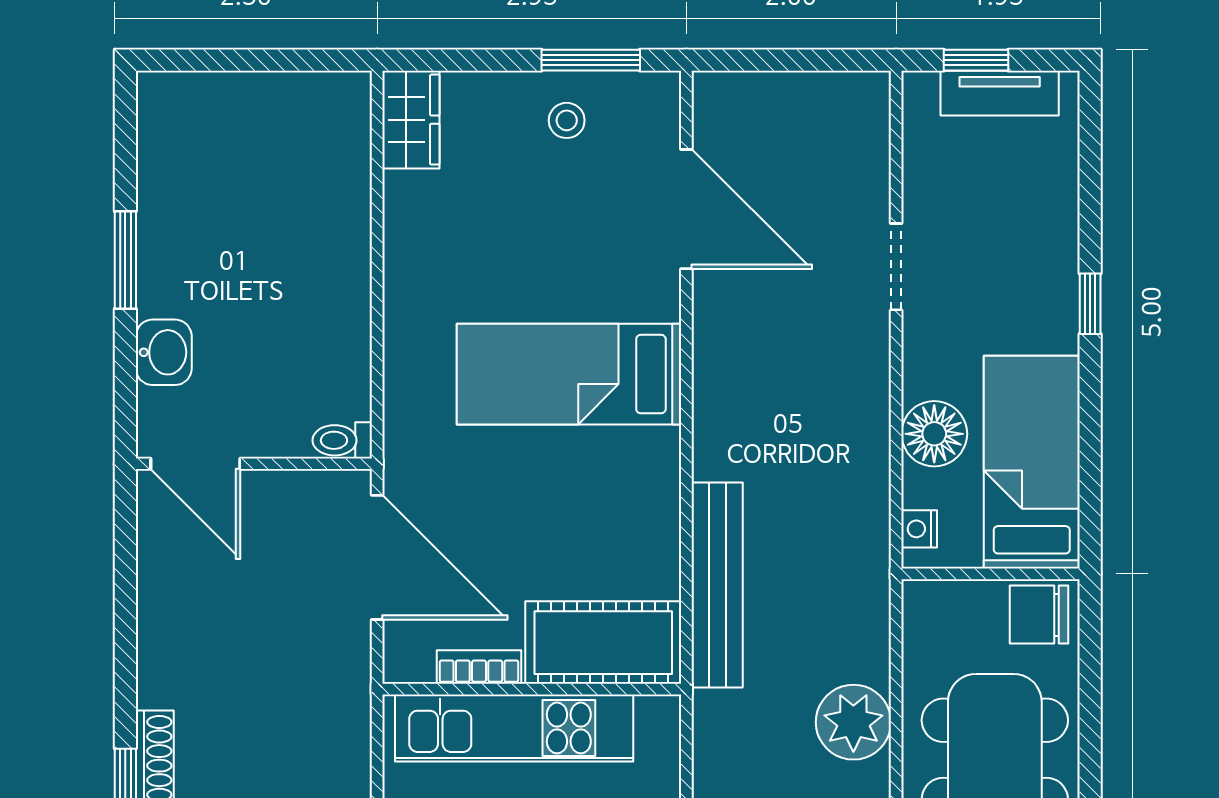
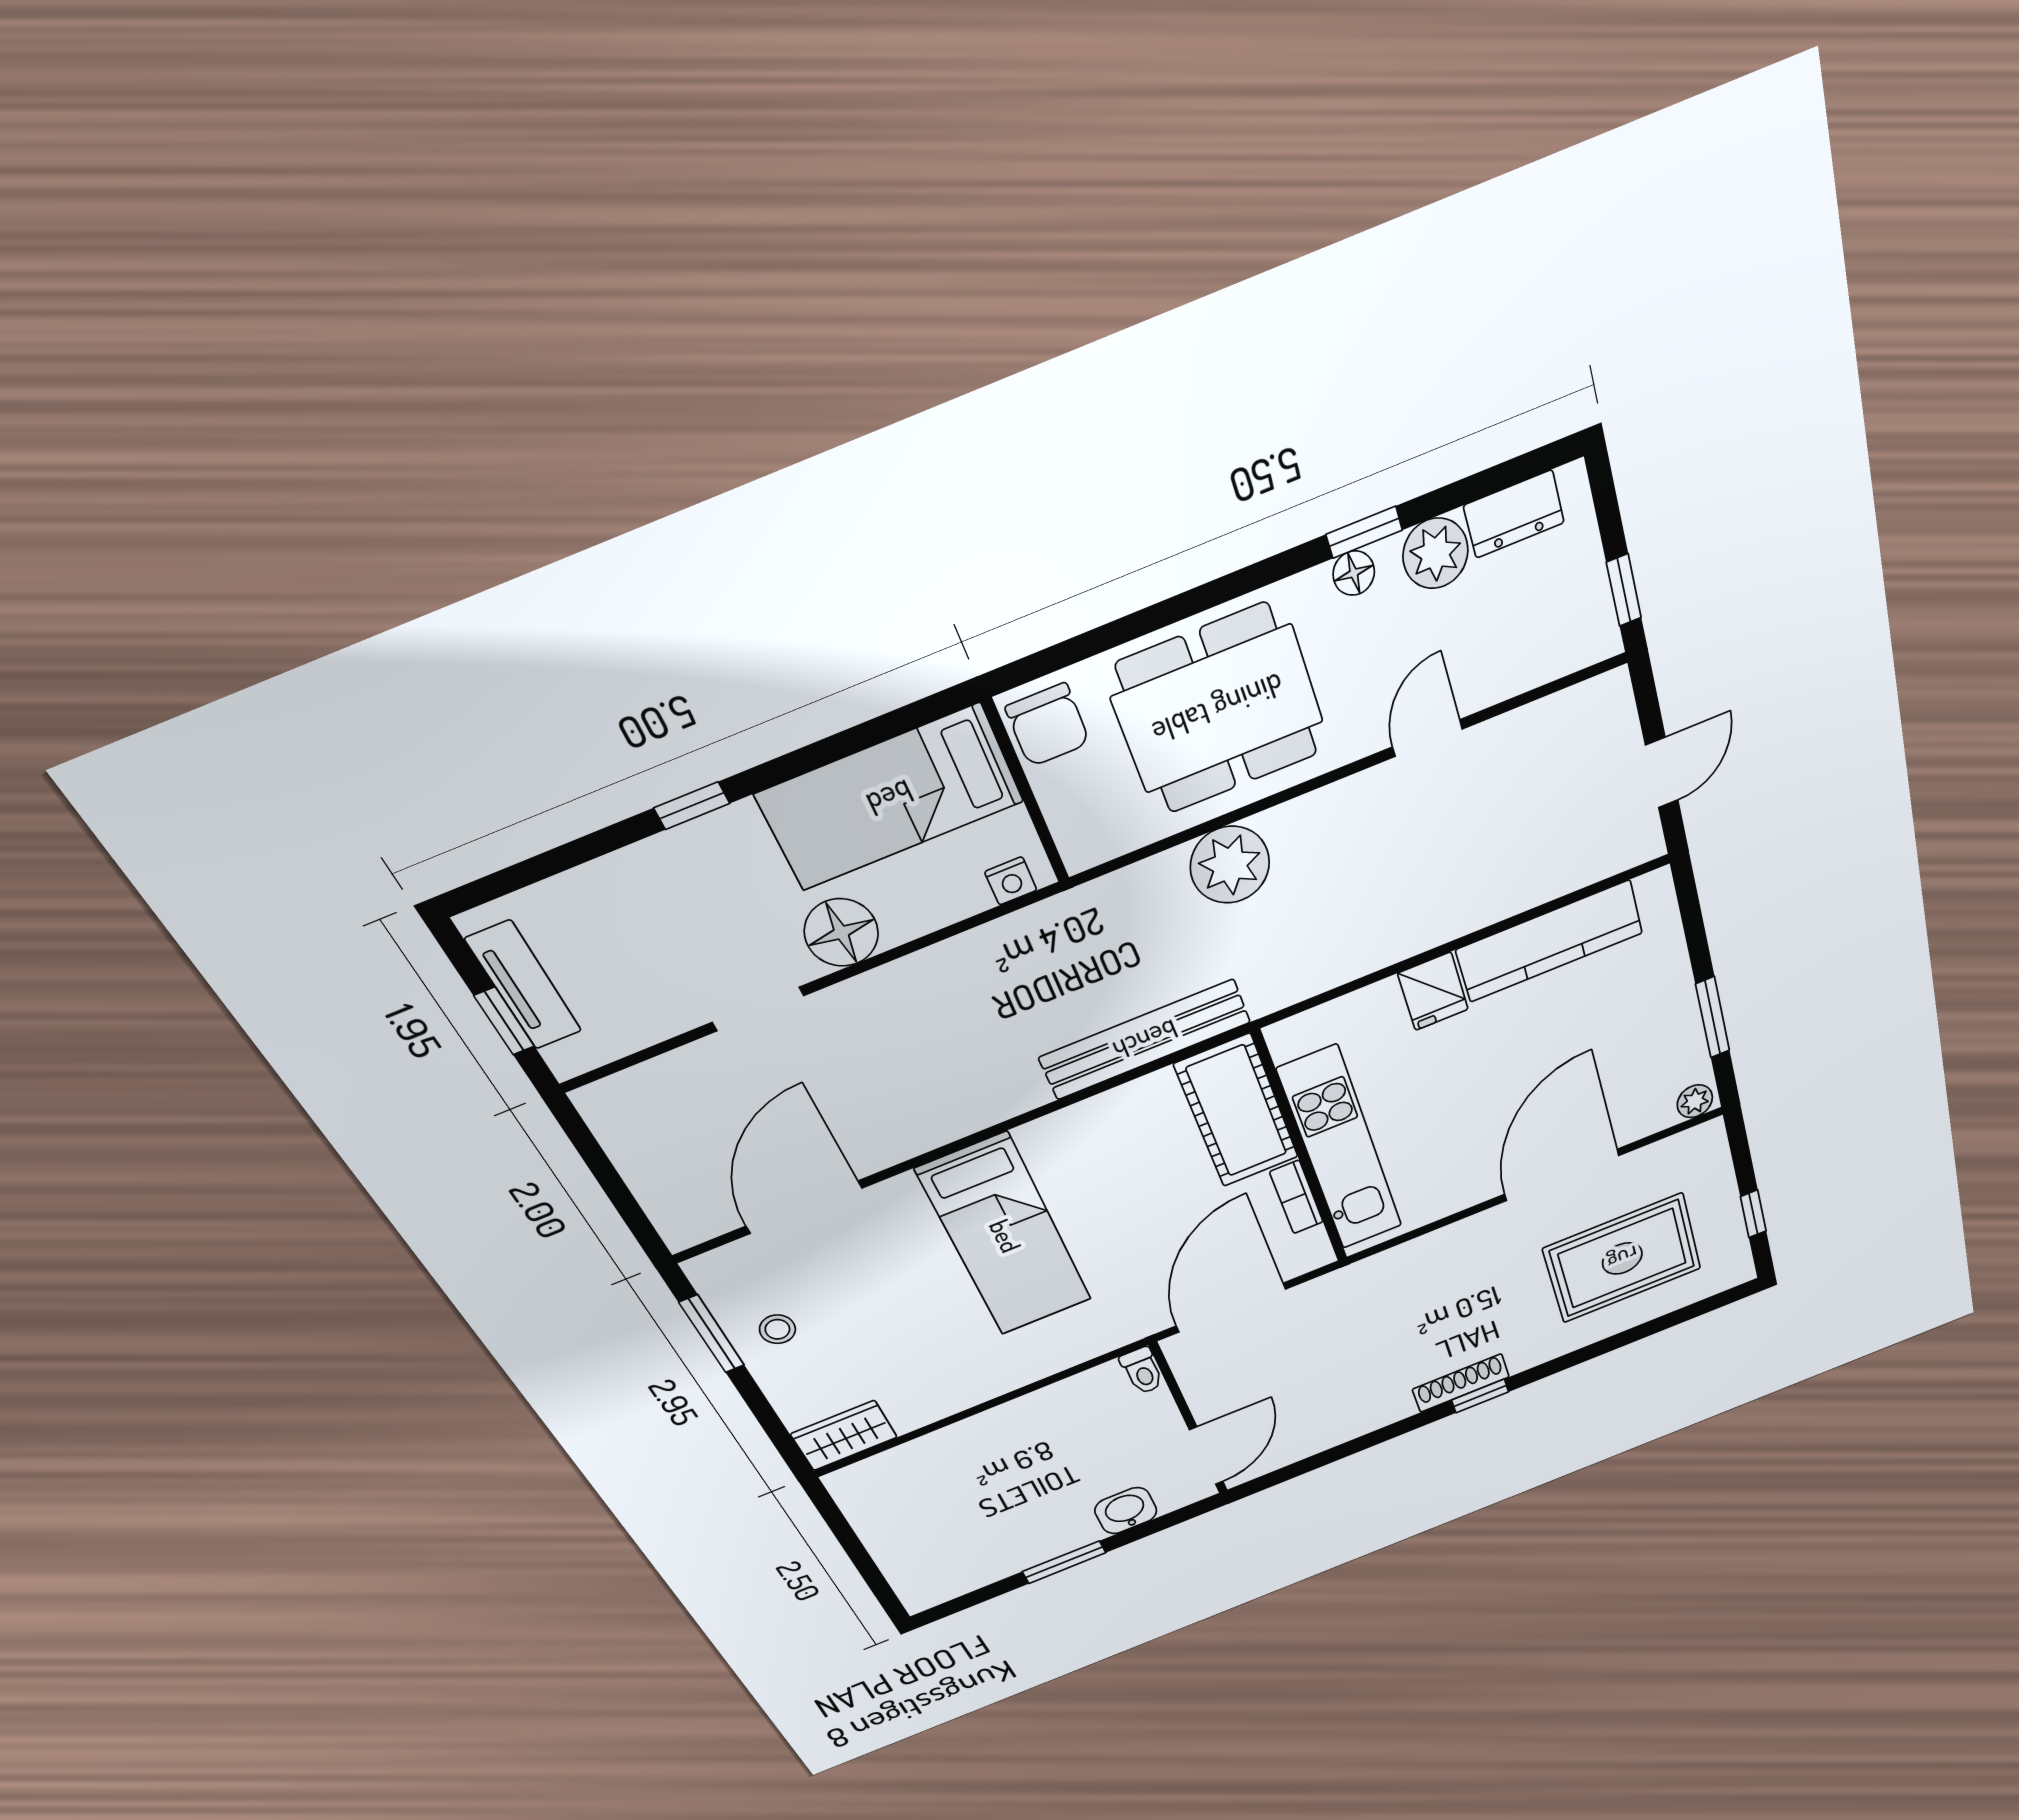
floor lamp: (934, 434) -> (841, 933), moved

